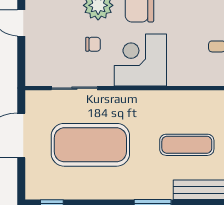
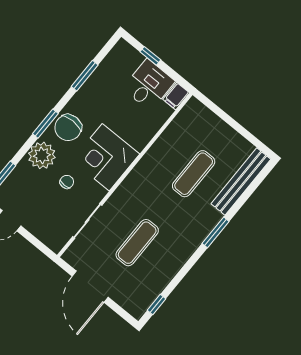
exercise mat: (90, 145) -> (137, 243), width x0.50, depth x0.69

